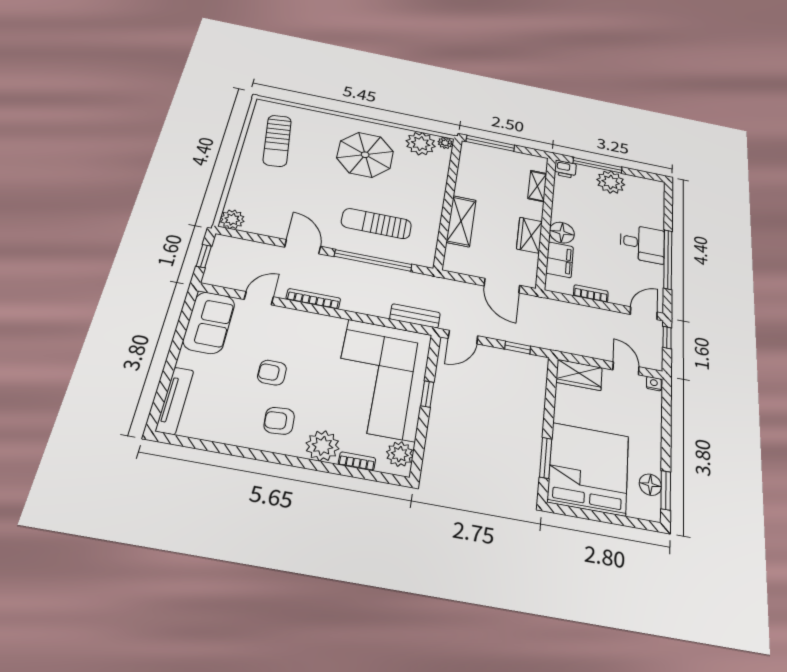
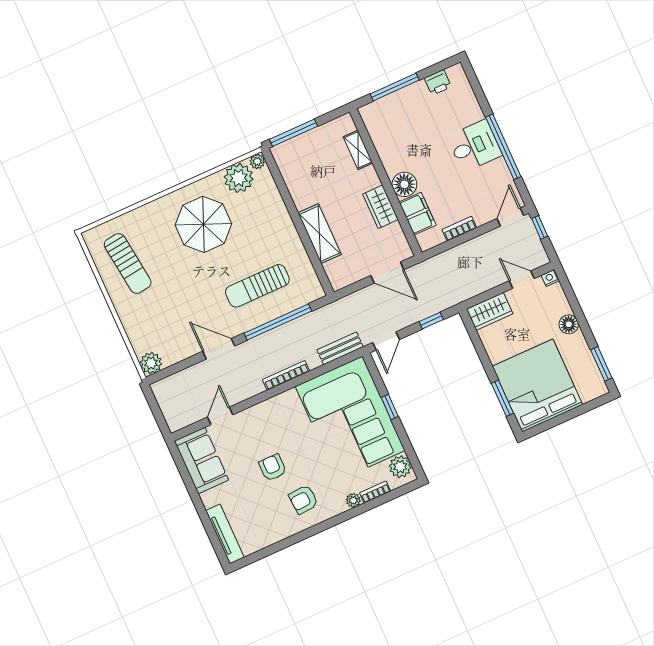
printer: (565, 169) -> (438, 82), moved
plant: (611, 182) -> (415, 98), removed
window: (204, 256) -> (156, 410), removed
bookcase: (313, 299) -> (286, 375), moved
armchair: (272, 373) -> (273, 468), turned 90
plant: (323, 446) -> (353, 500), width x0.53, depth x0.53
floor lamp: (650, 485) -> (569, 324), moved

